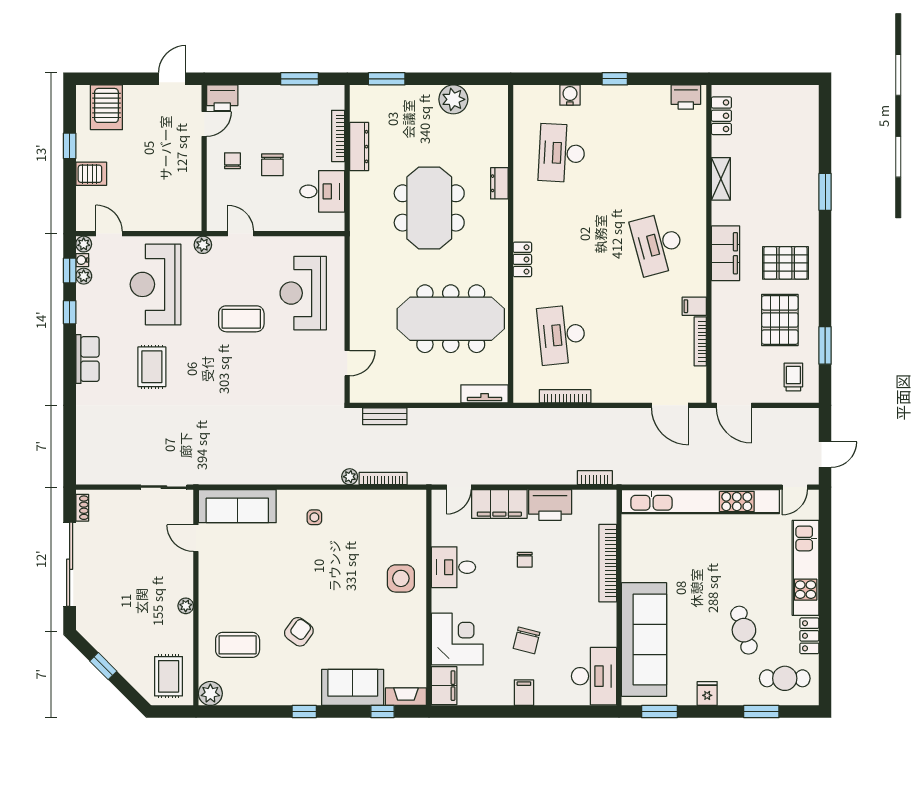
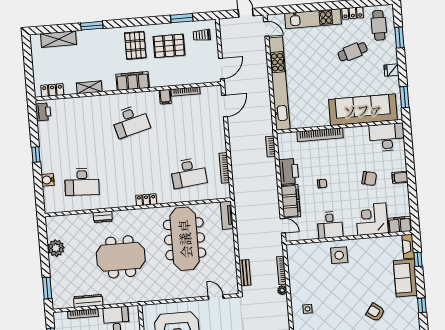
shelving: (807, 134) -> (59, 39), added

